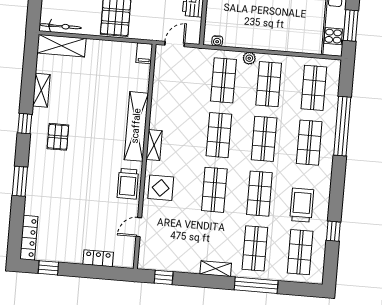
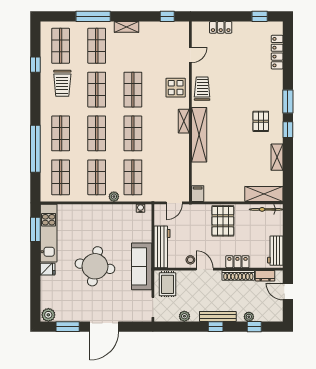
window: (20, 181) -> (288, 101), moved
locker: (29, 238) -> (277, 52), moved

